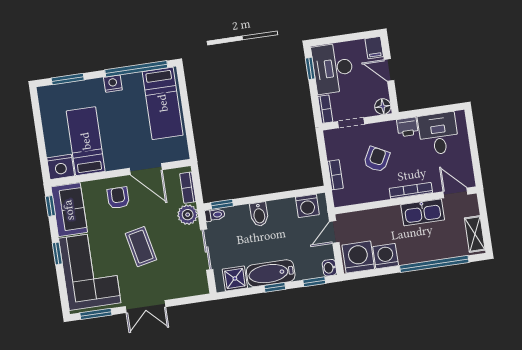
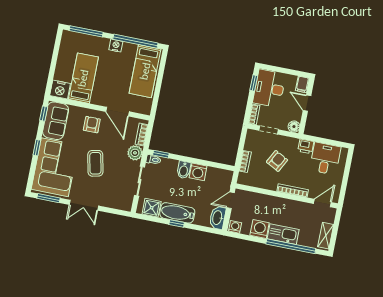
window: (68, 79) -> (86, 31), width x1.44
door: (455, 193) -> (322, 203), hinge flipped
washing machine: (307, 206) -> (198, 172), moved
kitchen sink: (423, 212) -> (283, 234), moved, turned 180
washing machine: (358, 257) -> (235, 227), width x0.53, depth x0.53
washbasin: (329, 268) -> (218, 218), width x1.91, depth x1.45
window: (314, 282) -> (205, 229), removed

